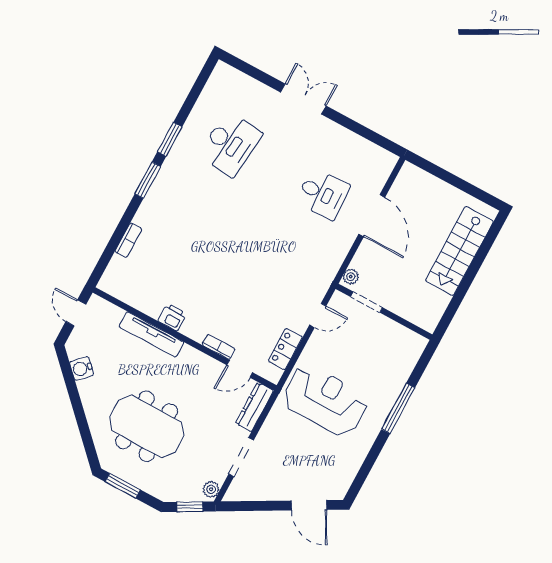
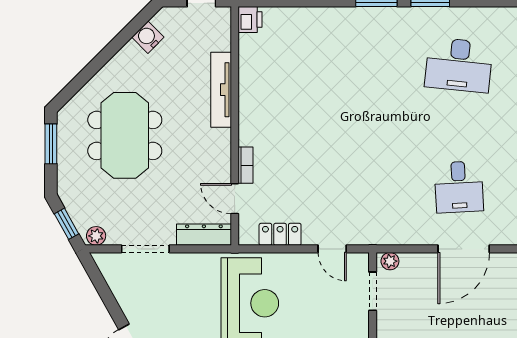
bookcase: (128, 240) -> (304, 14), removed
printer: (172, 317) -> (250, 20), moved

